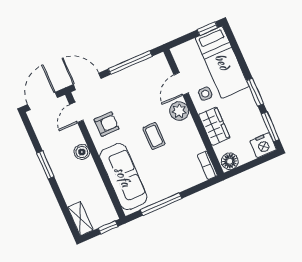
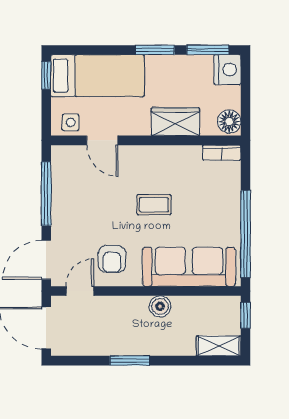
side table: (205, 94) -> (71, 122), moved
plant: (179, 111) -> (136, 158), removed
door: (76, 112) -> (80, 291), swing flipped
armchair: (107, 124) -> (112, 259), turned 180
boiler: (82, 152) -> (160, 306), moved
window: (161, 204) -> (246, 234), width x1.46

